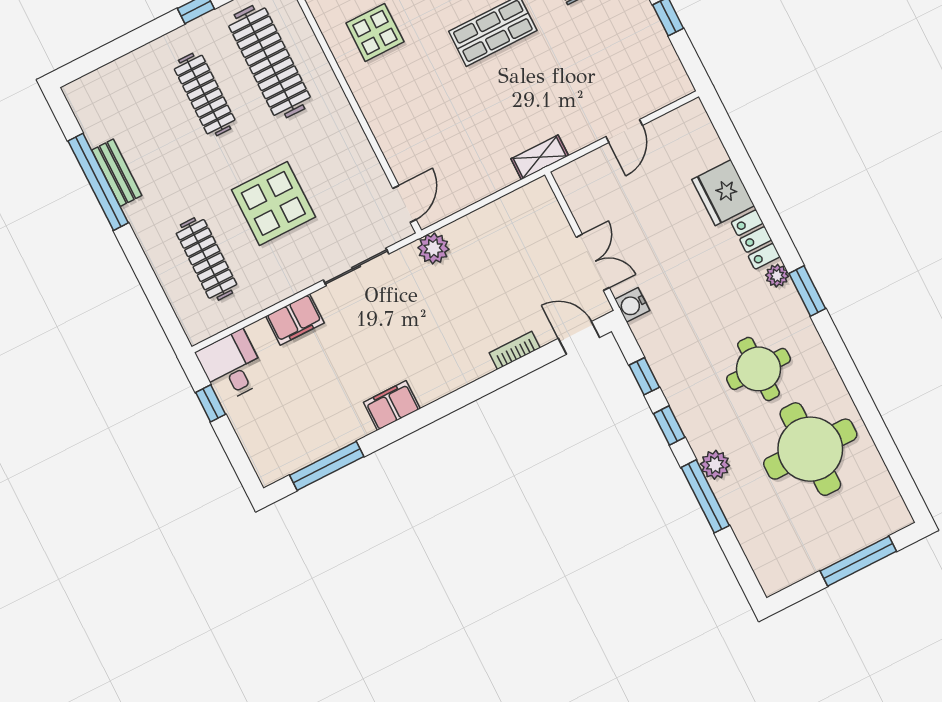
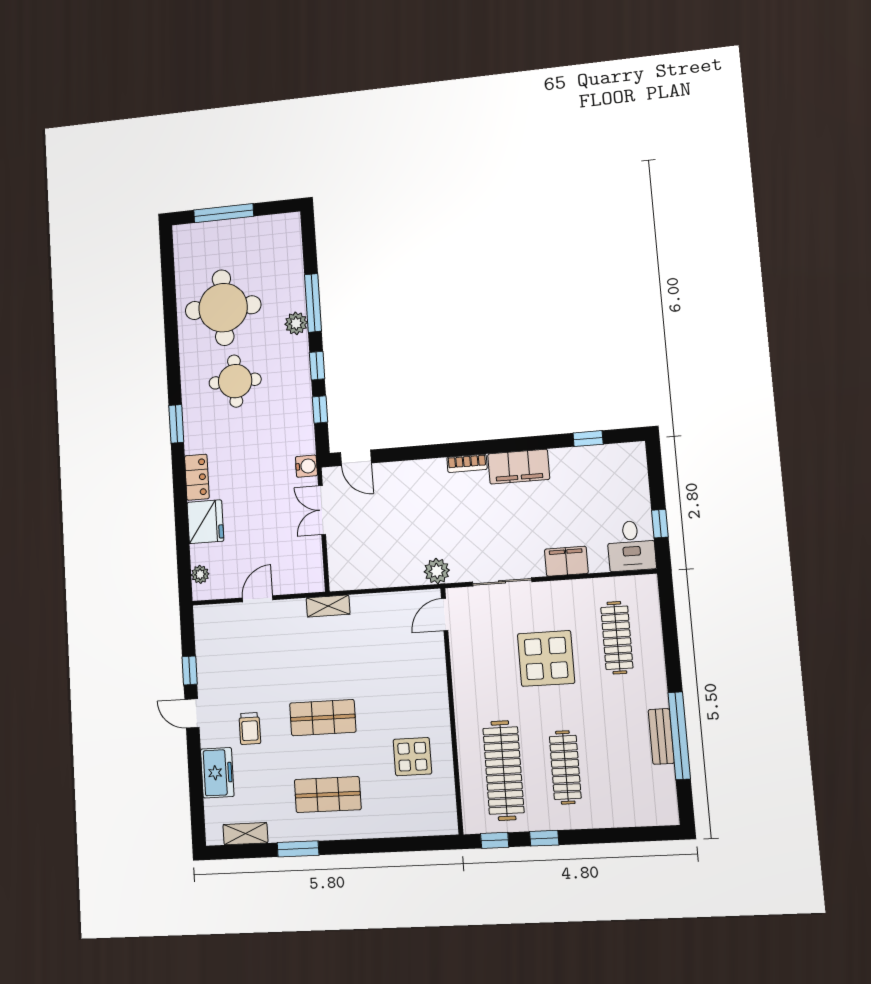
plant: (777, 276) -> (200, 574), moved
bookcase: (515, 350) -> (467, 463), moved
filing cabinet: (392, 405) -> (519, 467), width x1.50, depth x1.17
window: (327, 466) -> (588, 439), width x0.46

